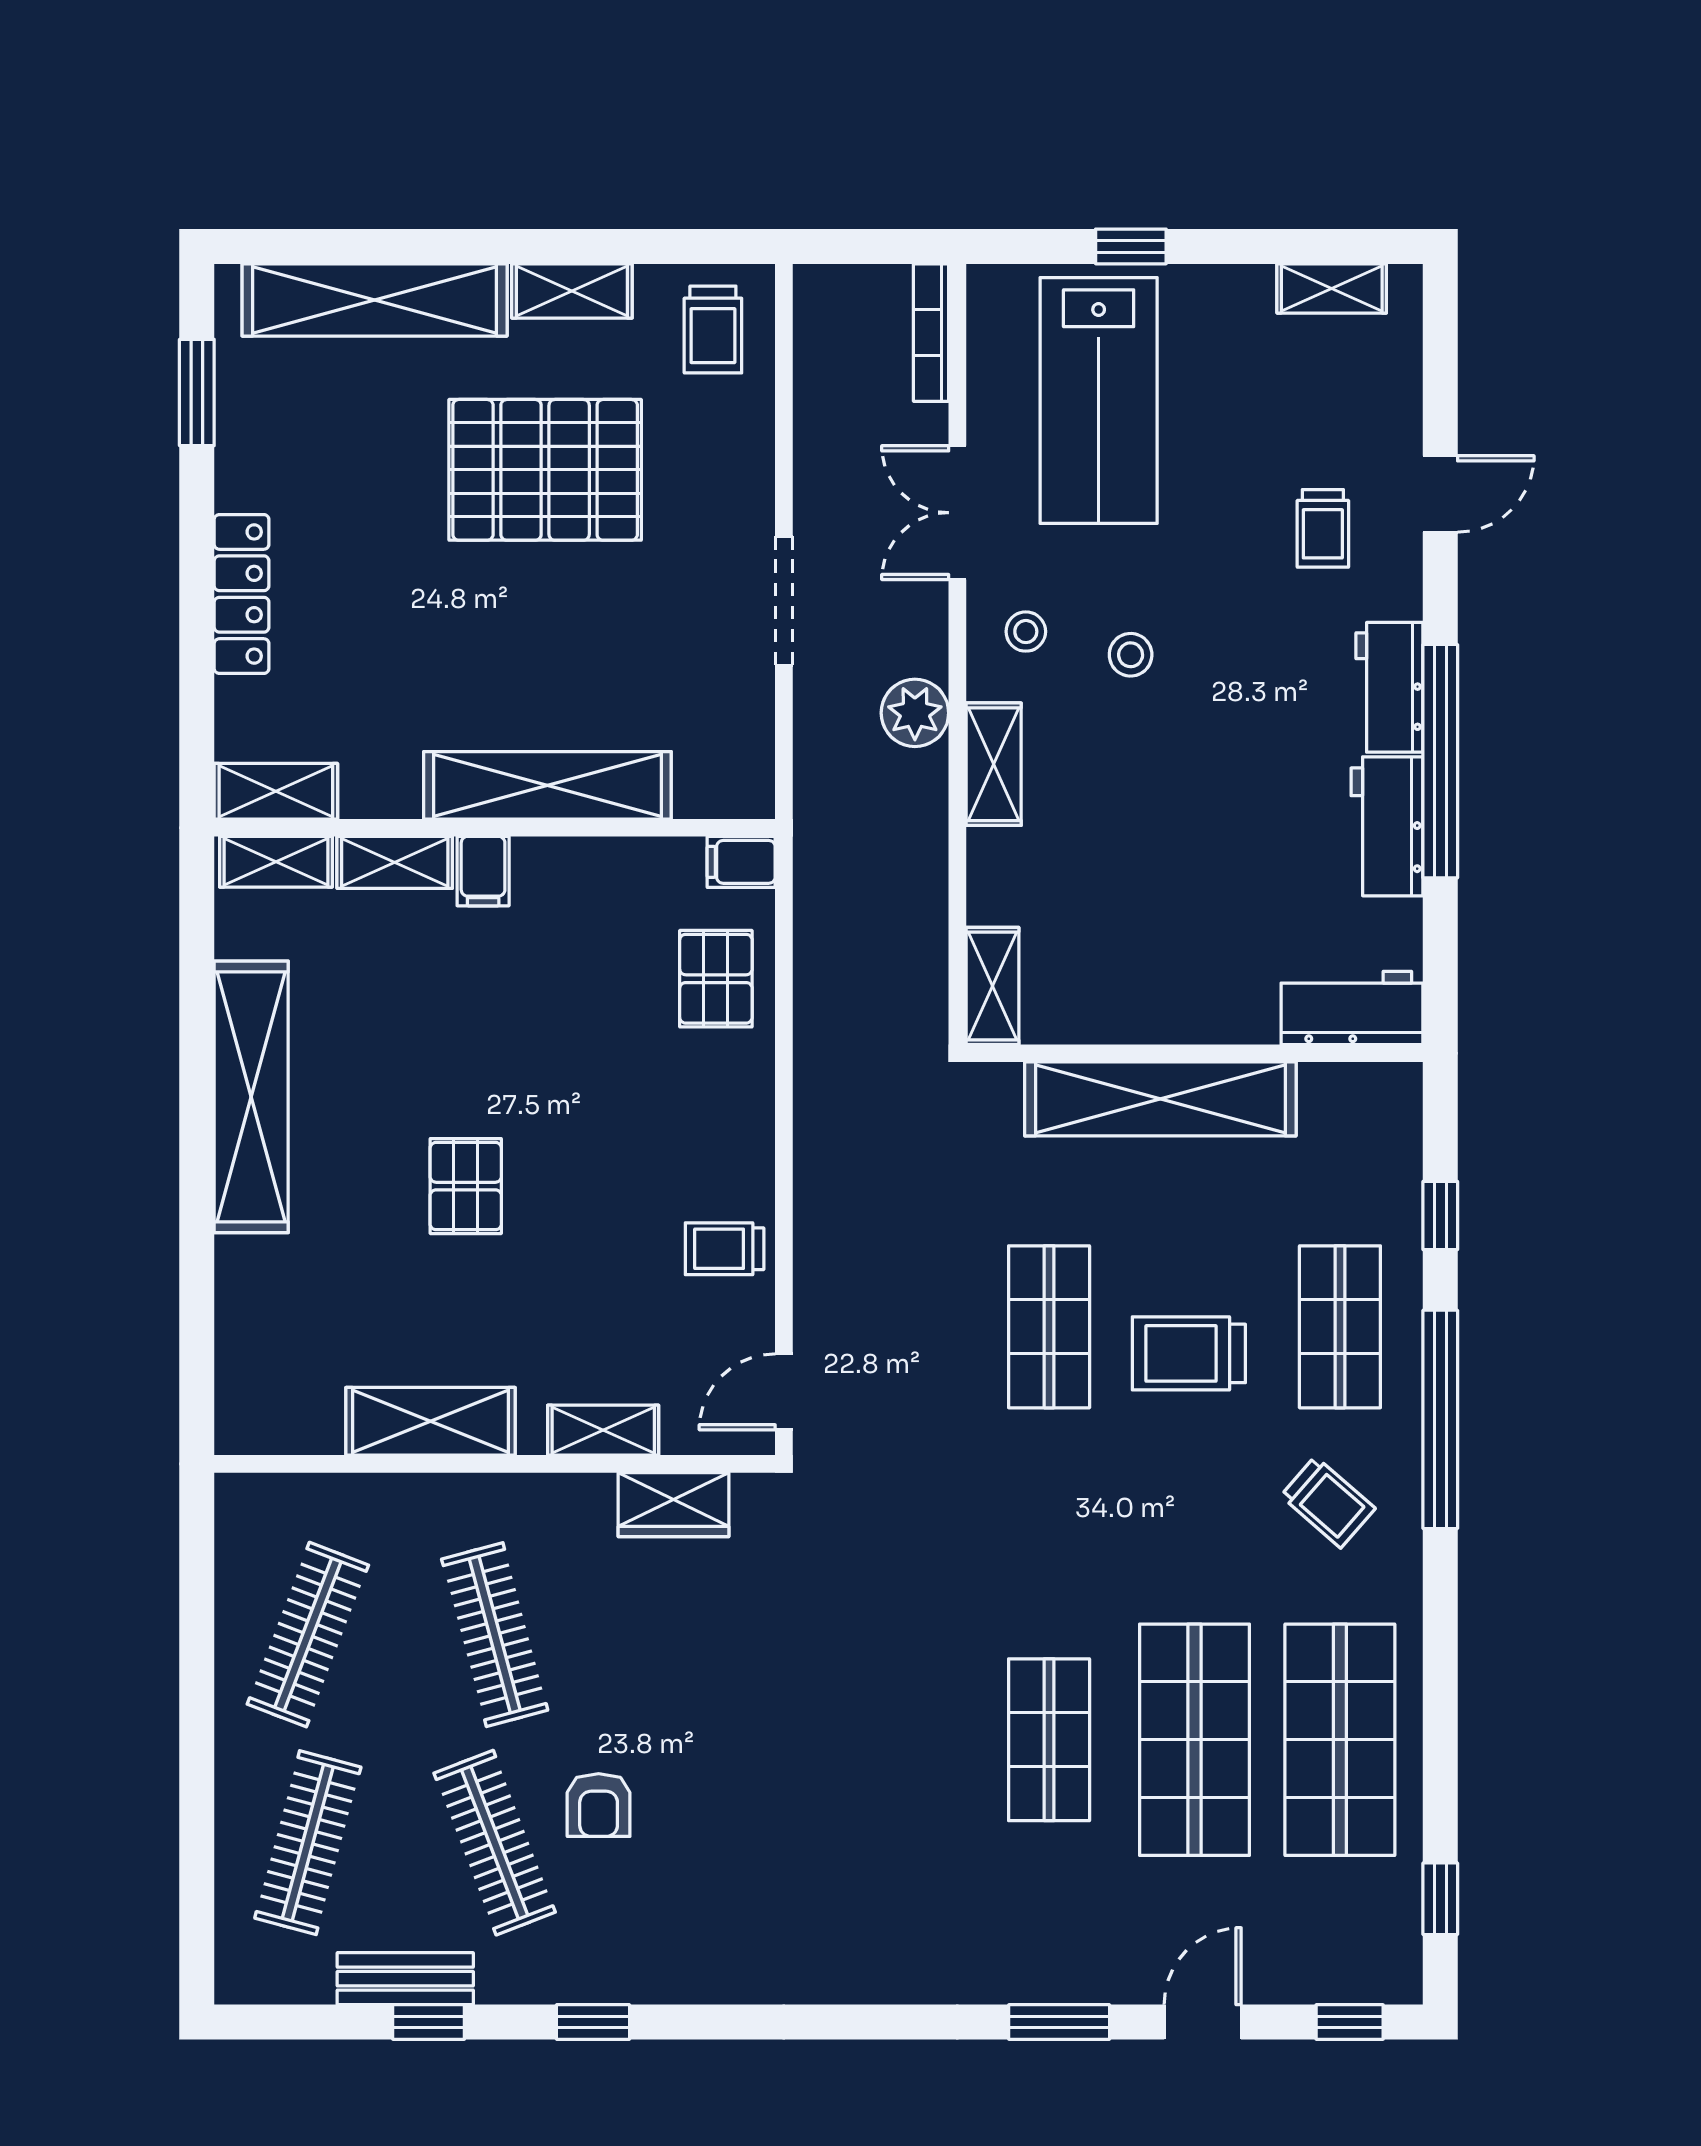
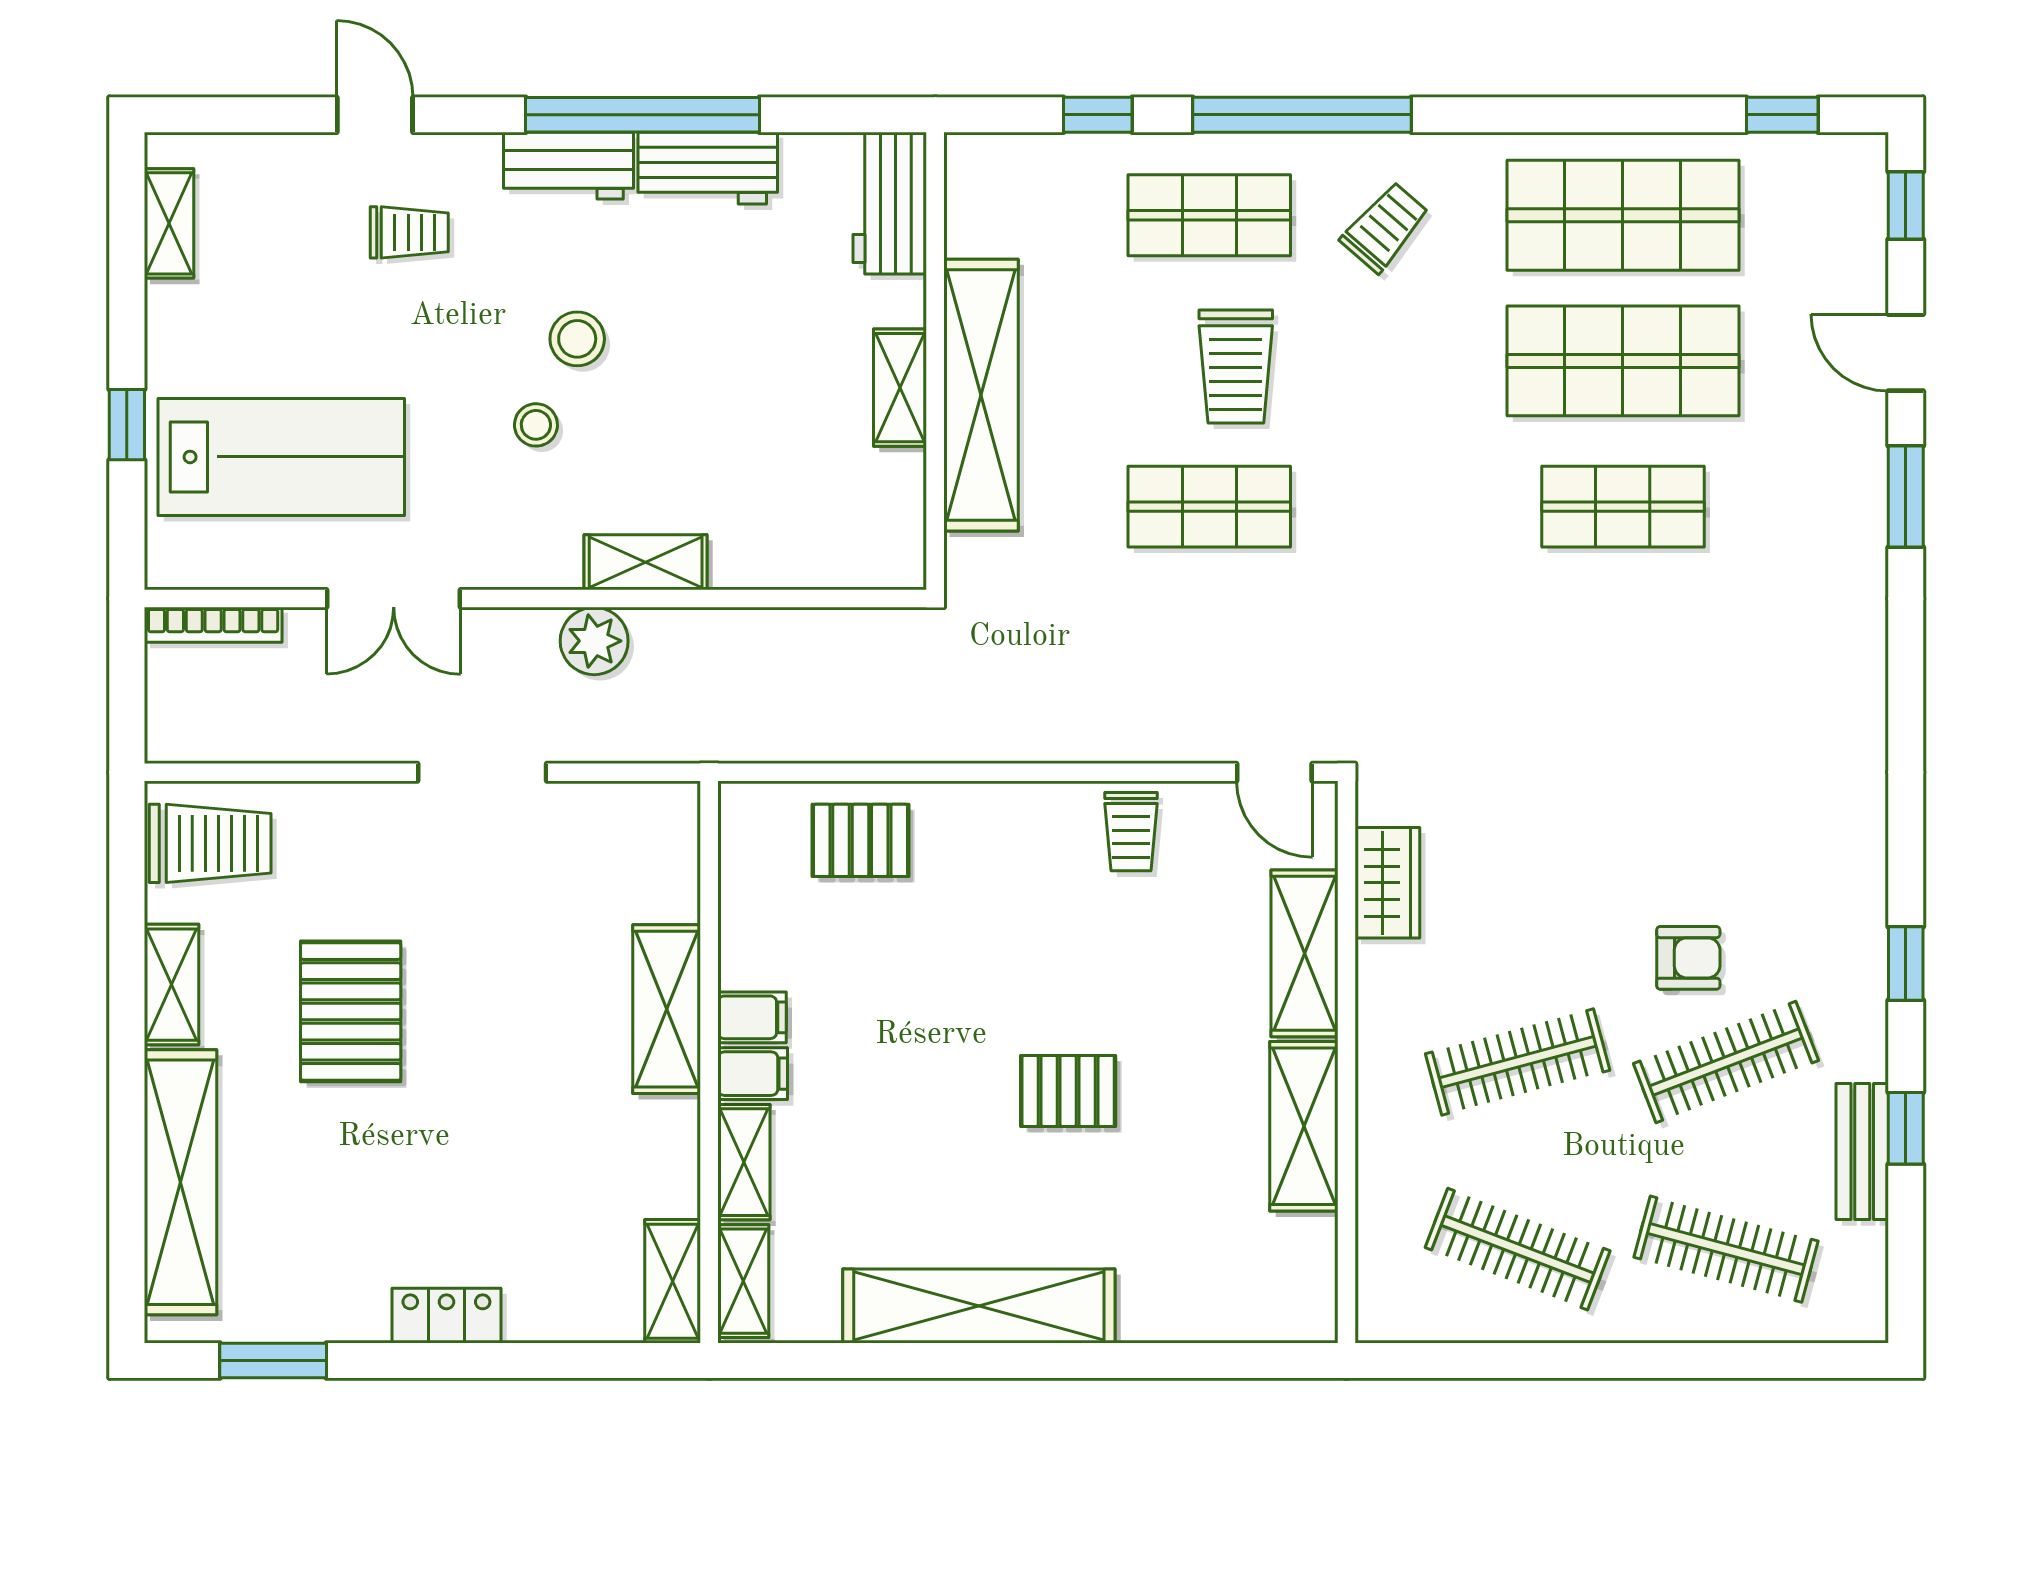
trolley: (713, 330) -> (210, 843), width x1.36, depth x1.39
pallet: (545, 470) -> (351, 1011), width x0.73, depth x0.71
locker: (242, 594) -> (446, 1316), width x0.66
stool: (1026, 632) -> (577, 339), moved, width x1.37, depth x1.37
shelving: (547, 785) -> (667, 1009), width x0.68
filing cabinet: (741, 862) -> (752, 1017), moved, turned -90
shelving: (992, 986) -> (900, 388), moved, turned 90
shelving: (603, 1430) -> (1304, 953), width x1.50, depth x1.33

